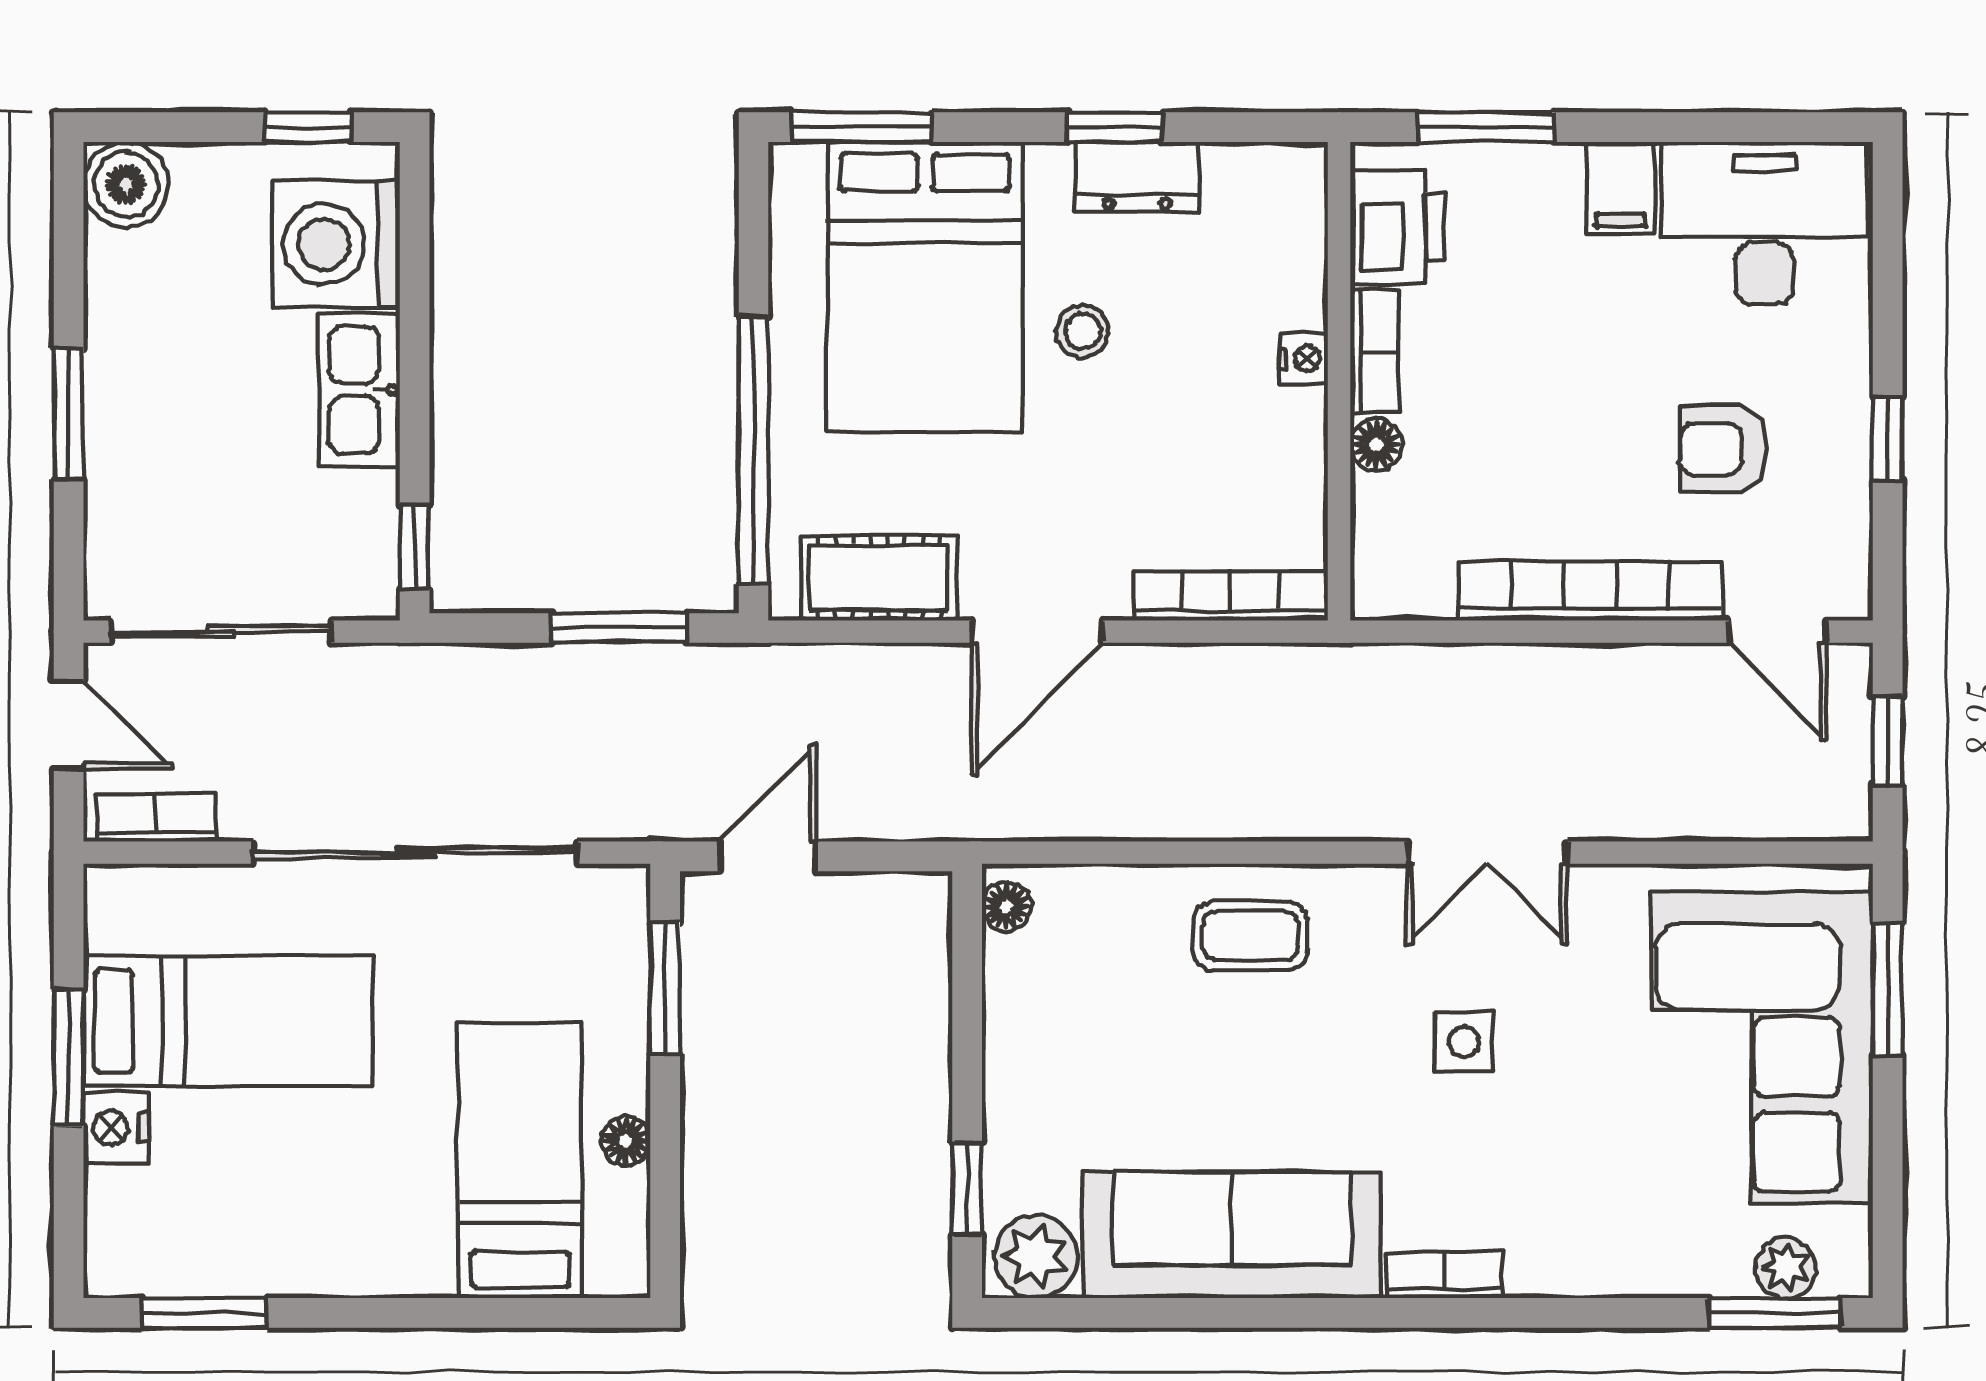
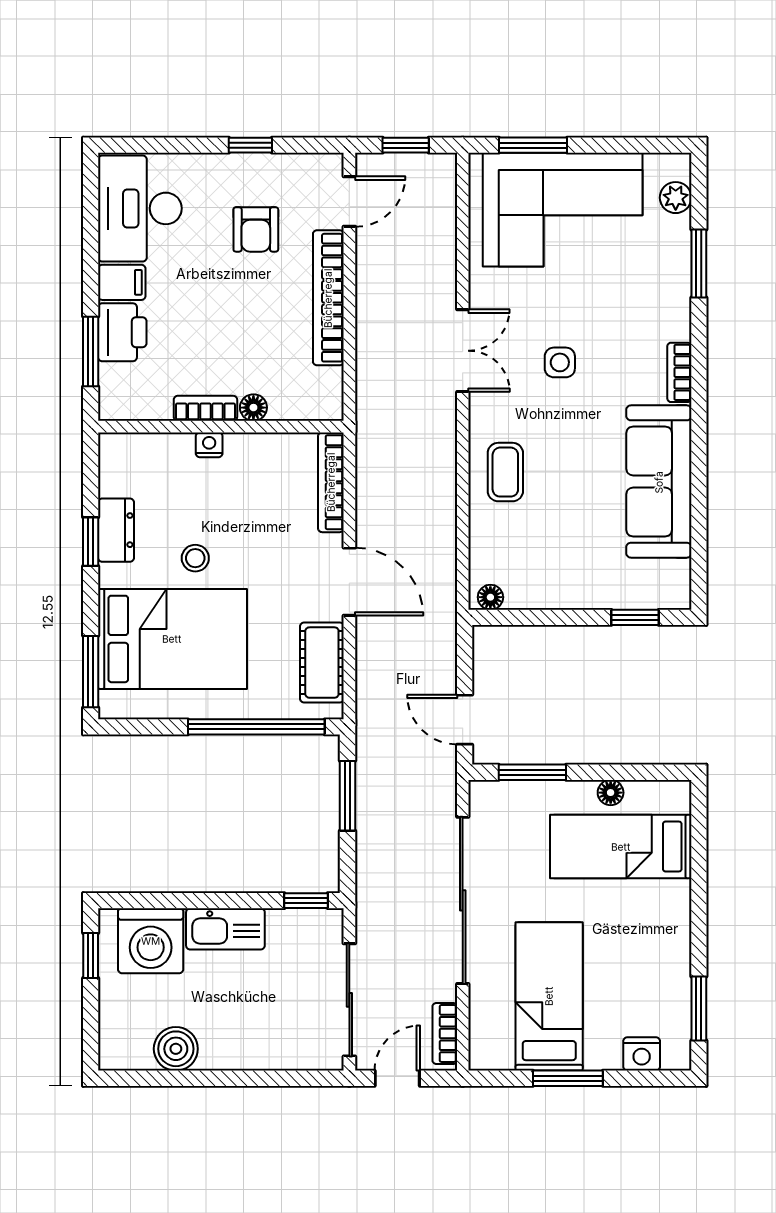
boiler: (126, 185) -> (176, 1049), moved
printer: (1397, 227) -> (122, 332), moved, turned 90
window: (69, 414) -> (238, 1078), removed
nightstand: (116, 1128) -> (642, 1054), moved
plant: (1036, 1256) -> (670, 582), removed
window: (1775, 1313) -> (699, 264), moved

